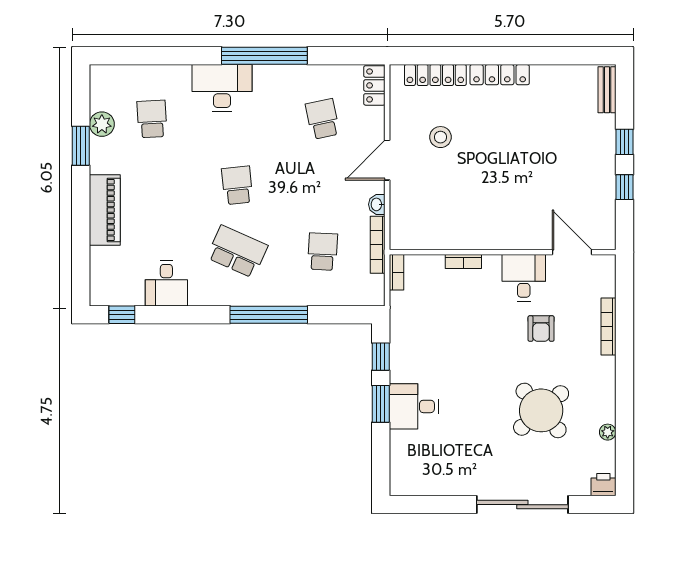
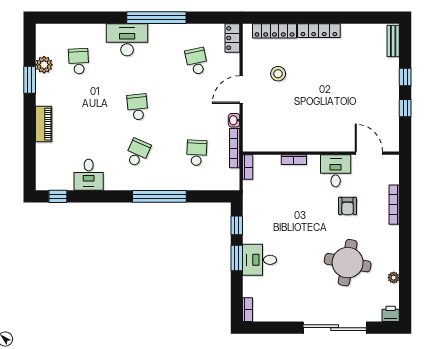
piano: (105, 210) -> (44, 124), width x0.73, depth x0.75
school desk: (237, 252) -> (138, 153), width x0.54
round table: (541, 410) -> (348, 263), turned -38
bookcase: (396, 478) -> (248, 310), added

